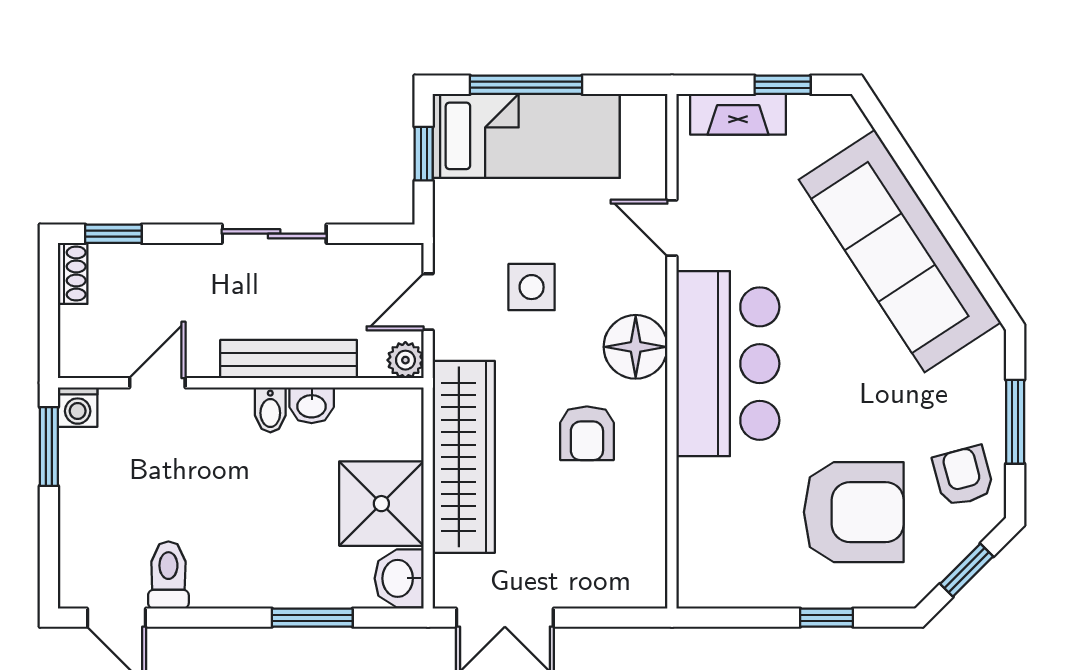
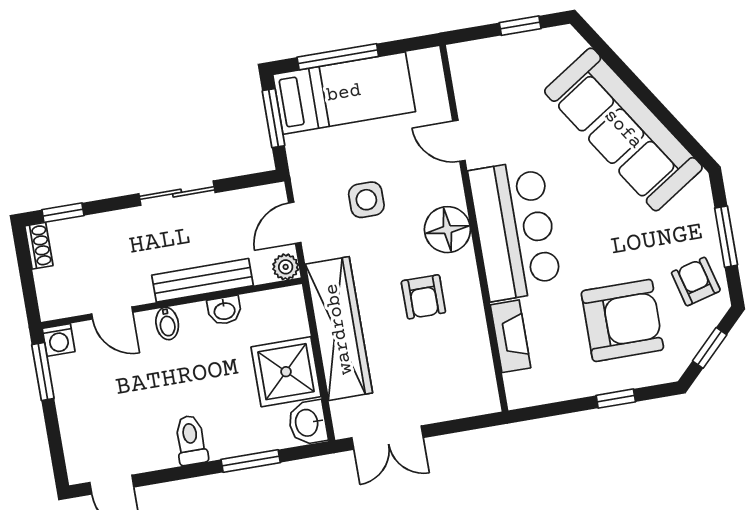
fireplace: (738, 114) -> (511, 336), moved, turned -90
window: (424, 154) -> (274, 118), width x1.50
door: (157, 383) -> (112, 313), swing flipped
bidet: (270, 410) -> (167, 323), moved
toilet: (168, 575) -> (191, 440), moved

